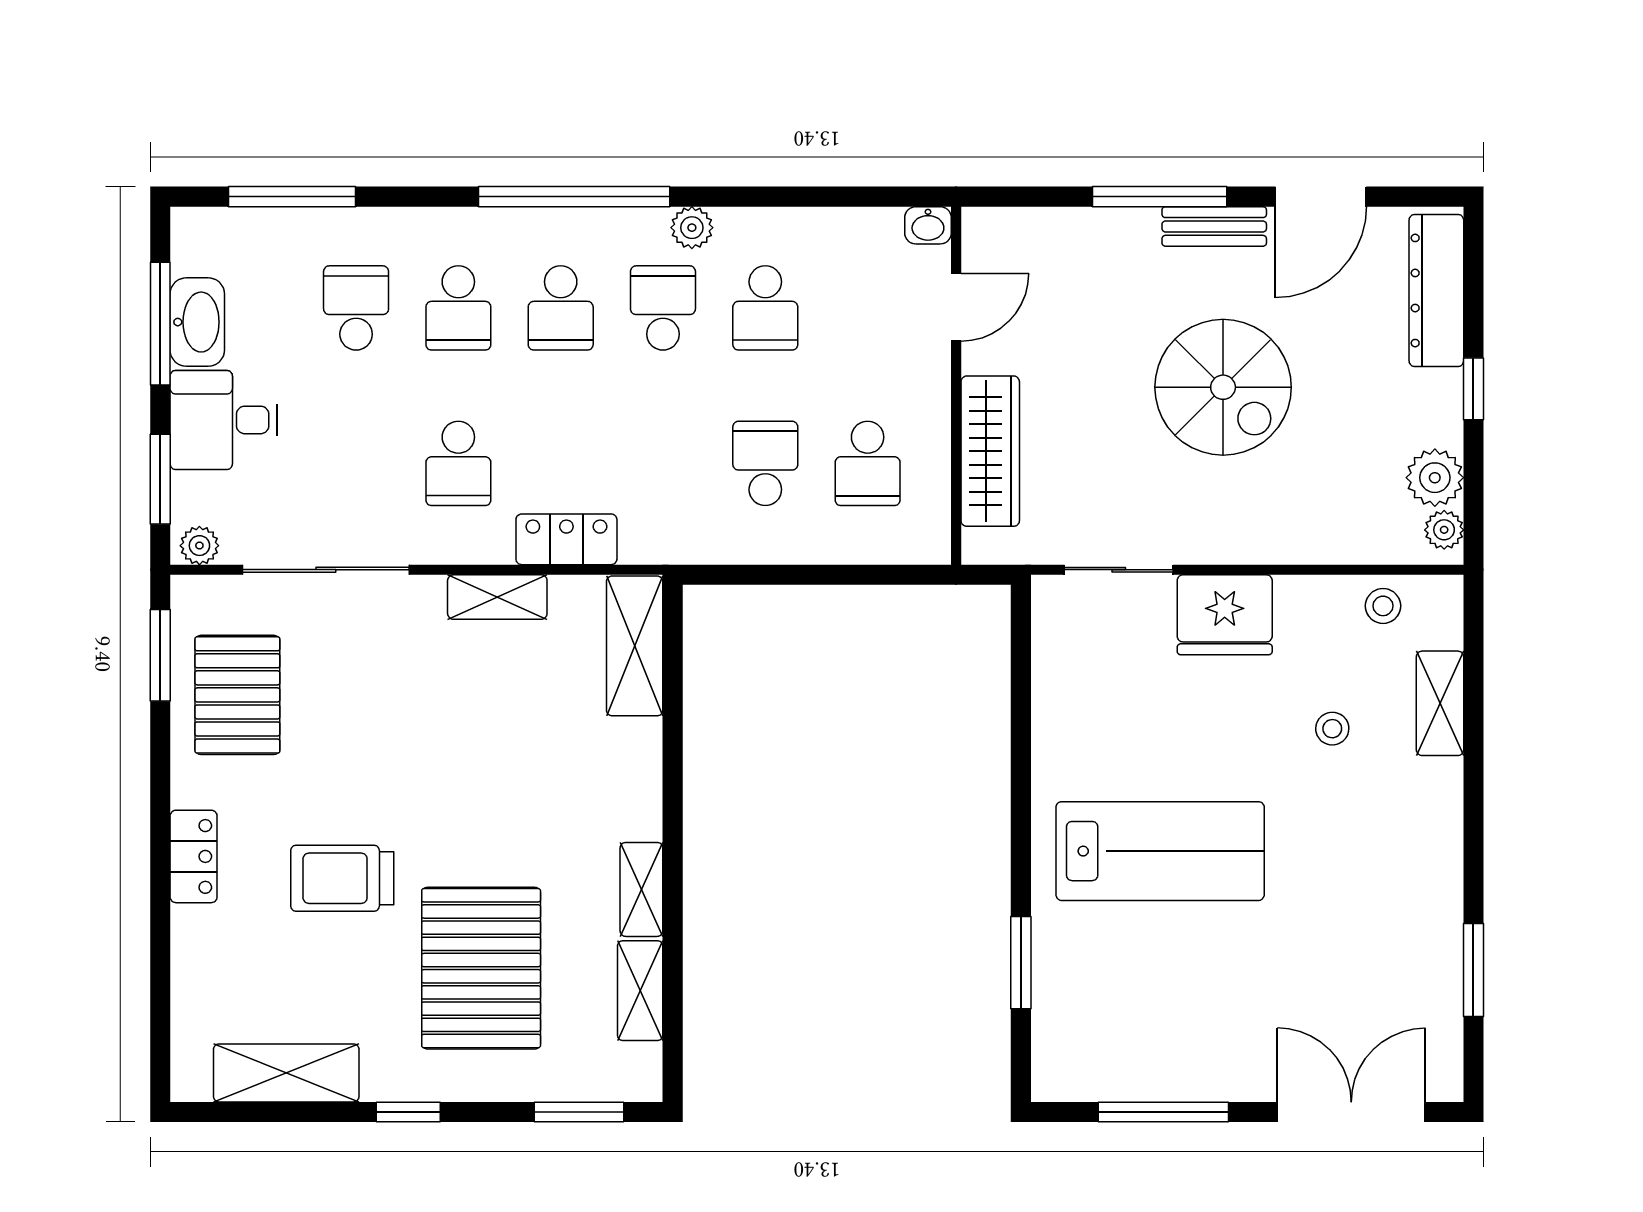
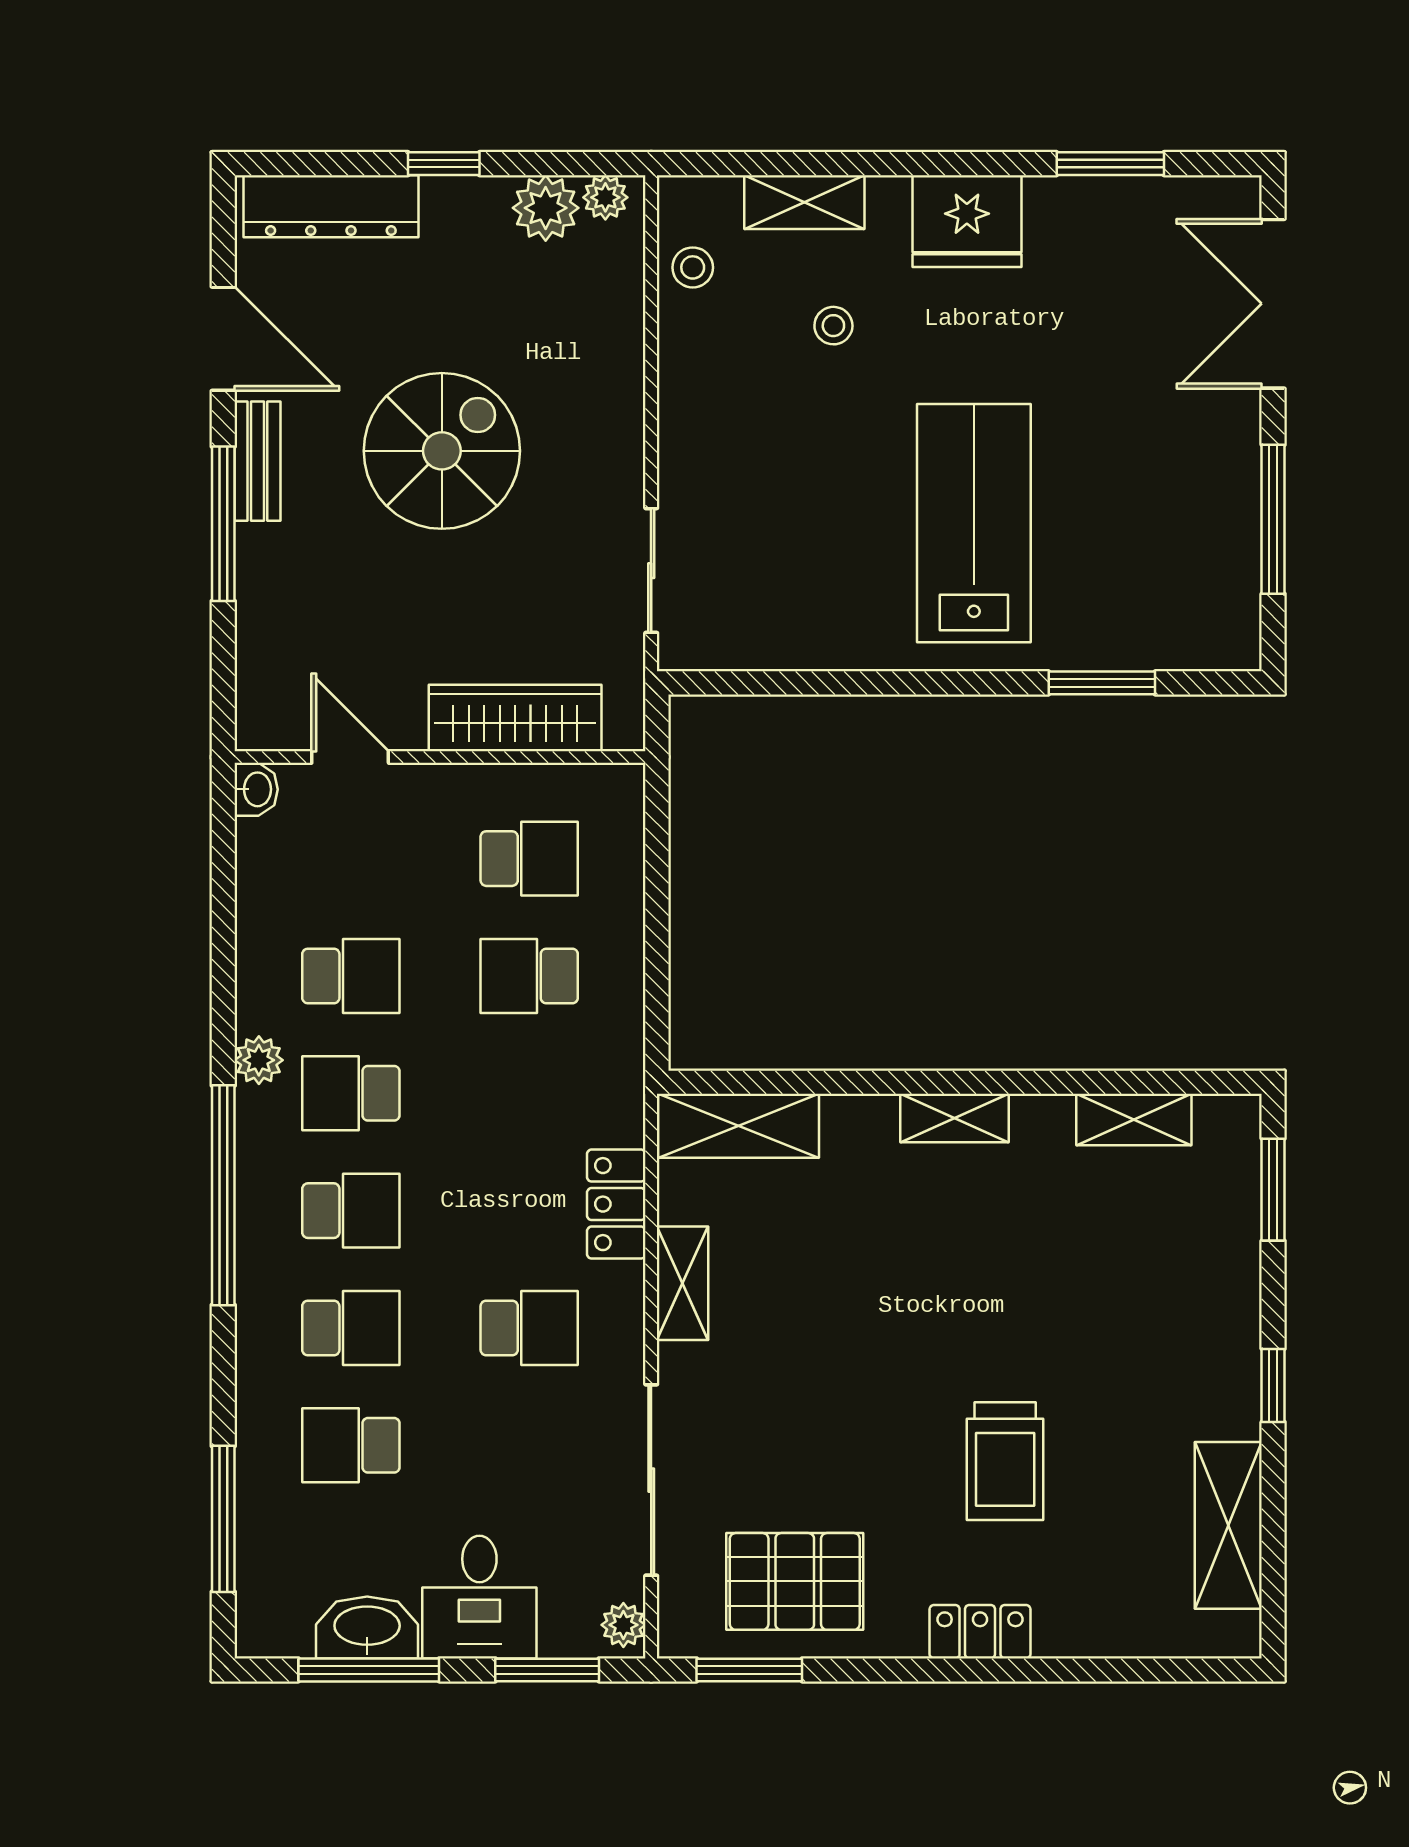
fridge: (1225, 615) -> (967, 221), moved, turned 90
shelving: (641, 889) -> (955, 1118), moved
pallet: (481, 968) -> (1108, 1302), removed

